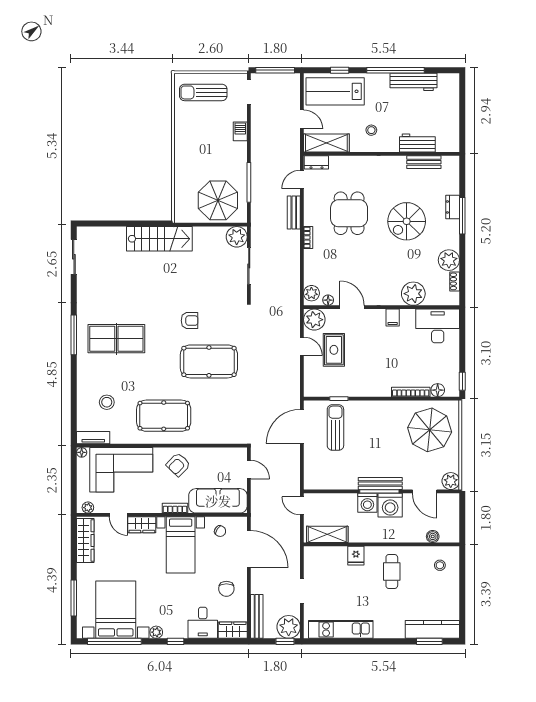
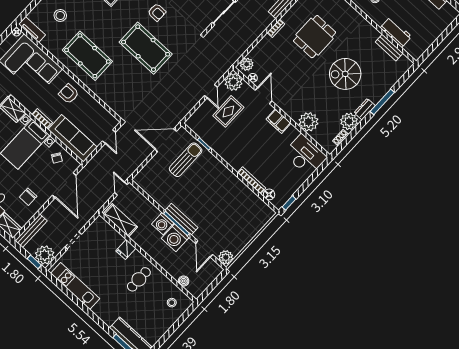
dresser: (453, 207) -> (365, 109), moved
filing cabinet: (393, 318) -> (278, 121), width x2.00
parasol: (430, 430) -> (242, 214), removed
armchair: (178, 465) -> (69, 94), turned 46

